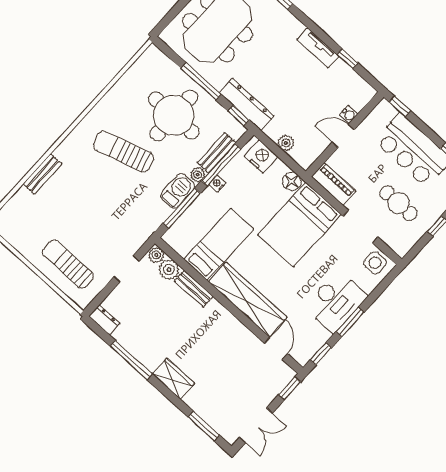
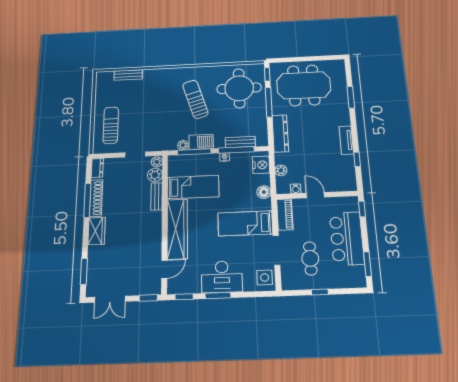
water cooler: (349, 114) -> (296, 189), moved
round table: (174, 115) -> (239, 88), moved
window: (239, 116) -> (267, 74), moved
bench: (42, 174) -> (128, 75), moved
plant: (198, 175) -> (183, 145), moved
bed: (300, 225) -> (245, 223), width x0.67
shoe rack: (137, 349) -> (96, 198), added

